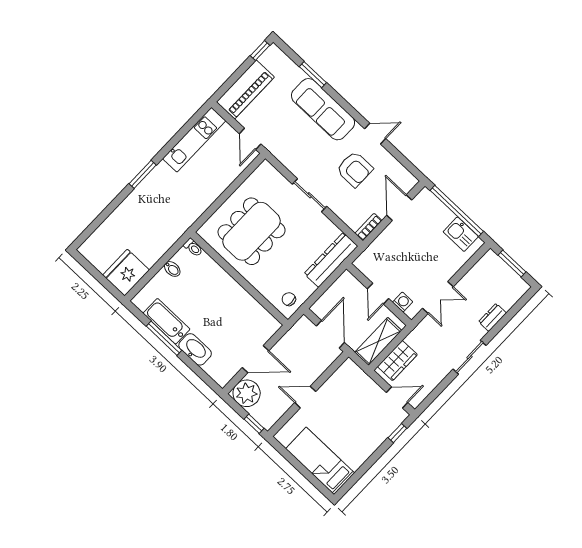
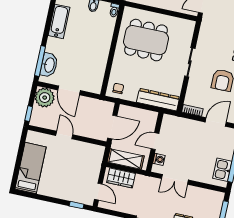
window: (164, 338) -> (40, 61), moved
washbasin: (195, 349) -> (49, 65), moved

